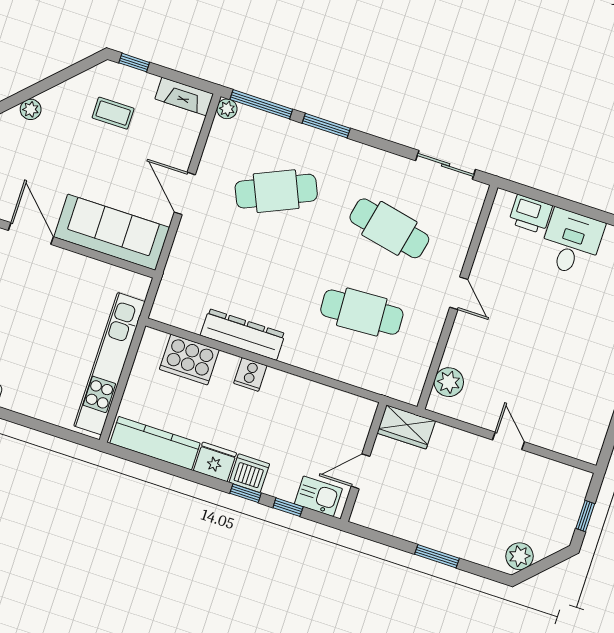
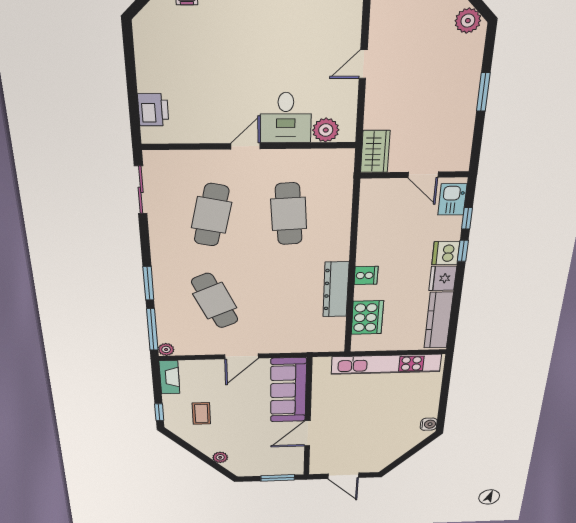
desk: (571, 242) -> (286, 118), moved, turned -90

